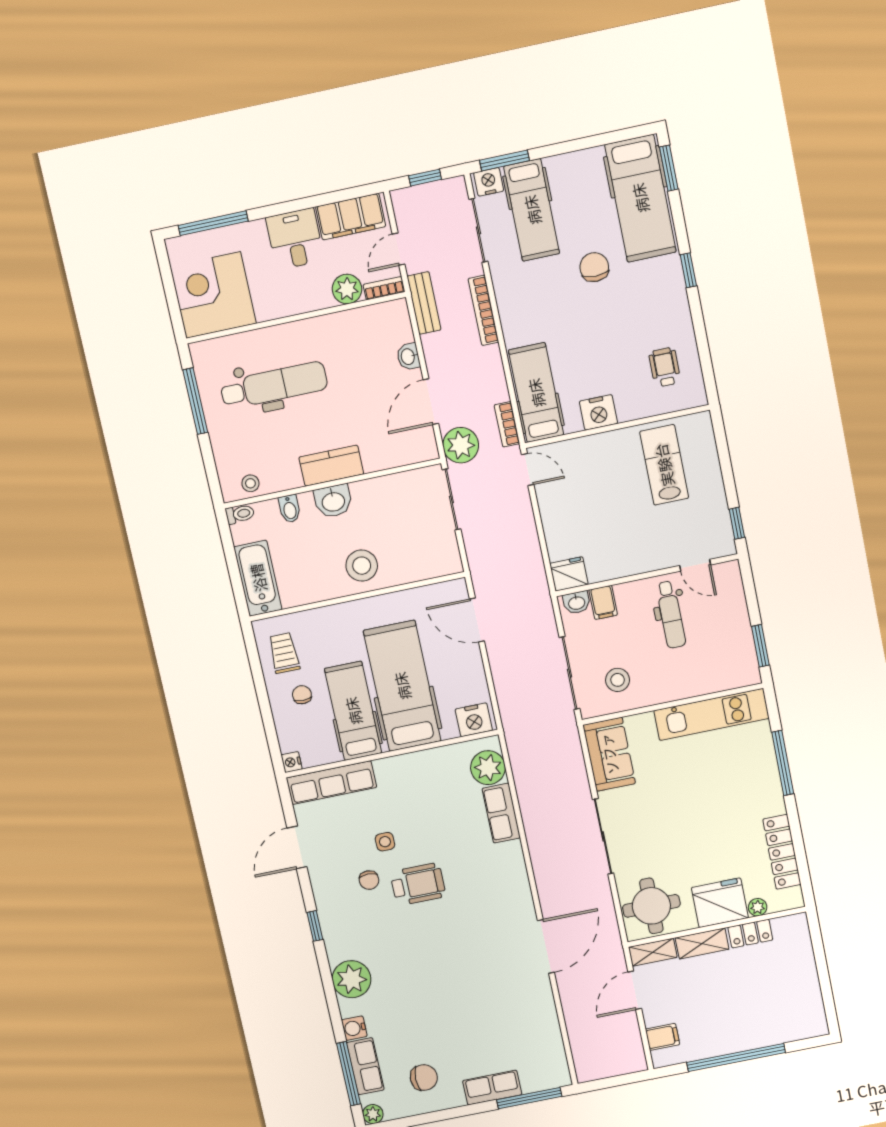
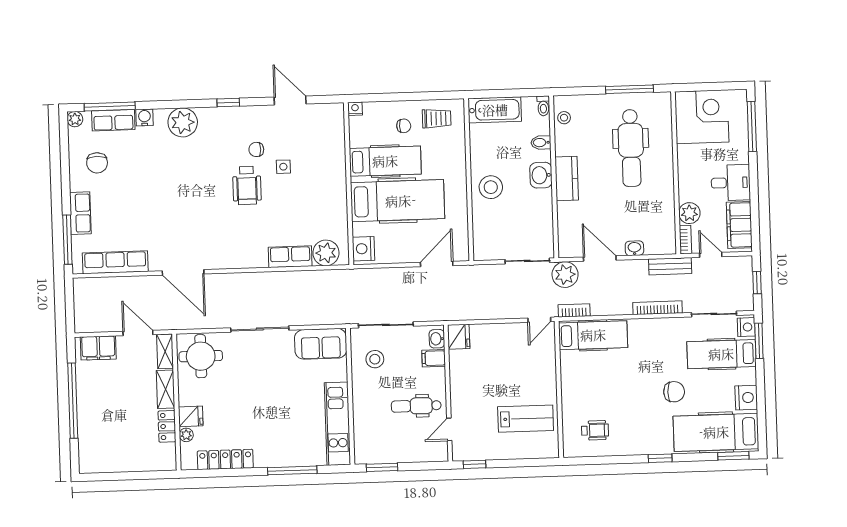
nightstand: (598, 412) -> (746, 398), moved, turned 180
row of seats: (331, 783) -> (115, 262), moved, turned 90
fridge: (720, 903) -> (191, 416), width x0.53, depth x0.75
filing cabinet: (662, 1037) -> (98, 348), width x2.00

